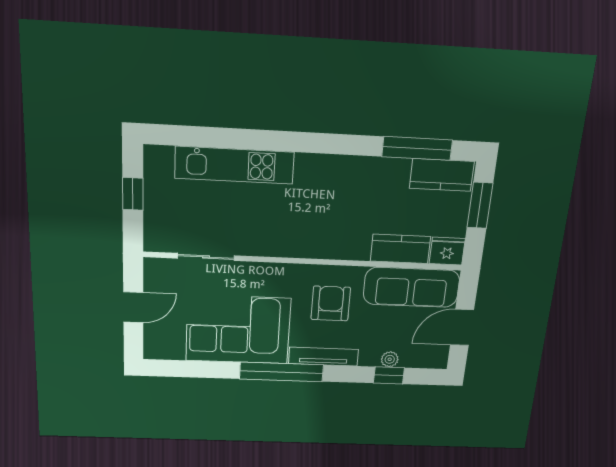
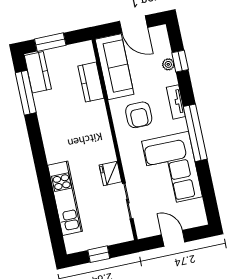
fridge: (447, 251) -> (110, 173), moved
armchair: (331, 303) -> (139, 115), turned -90
tv unit: (323, 357) -> (176, 102), width x0.71

